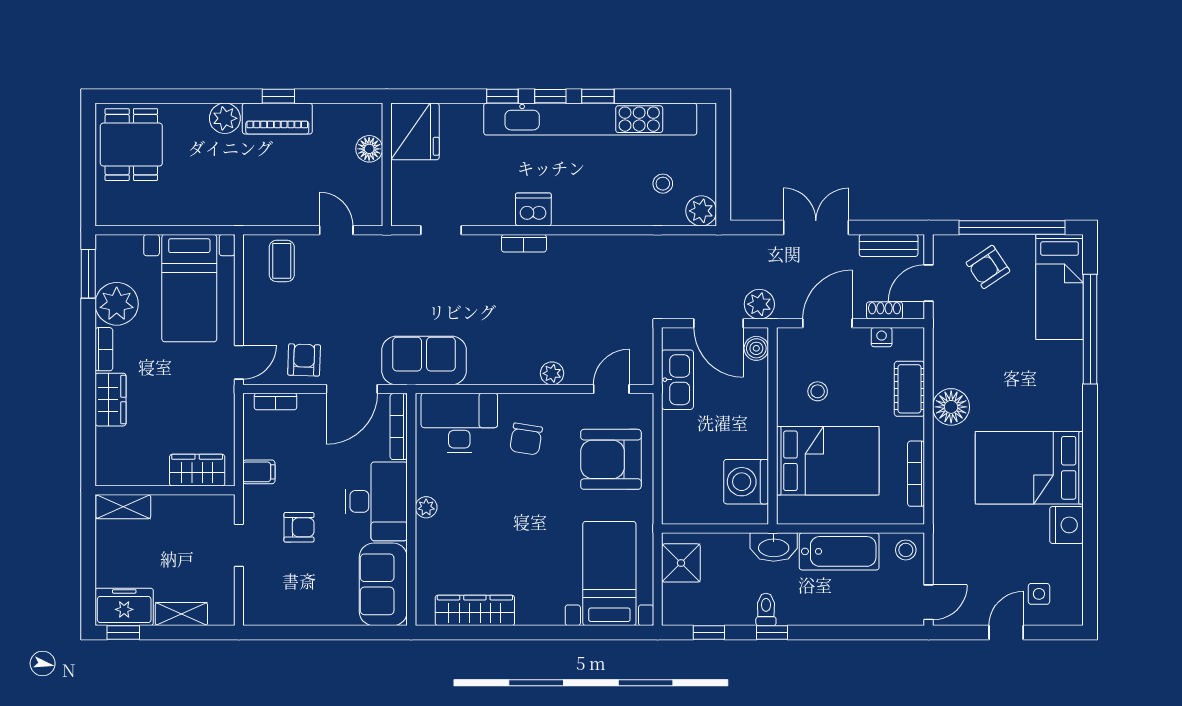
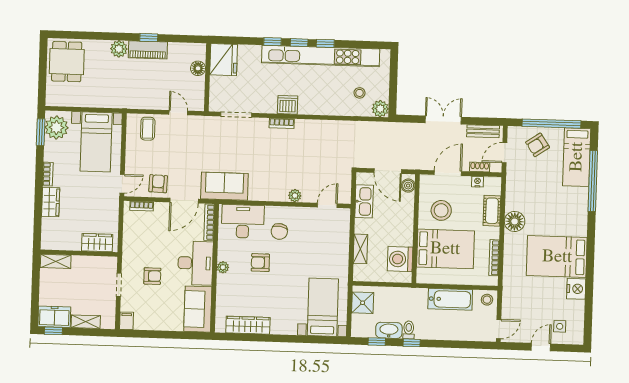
doorway: (441, 230) -> (236, 115), width x1.38
plant: (117, 304) -> (56, 127), moved
plant: (759, 304) -> (411, 161), removed
stool: (818, 391) -> (441, 210), width x1.89, depth x1.89
armchair: (611, 459) -> (260, 263), moved, width x0.53, depth x0.53
shelving: (674, 466) -> (360, 249), added
filing cabinet: (259, 472) -> (126, 321), moved, turned -90
washbasin: (774, 547) -> (389, 330), moved, turned 180

